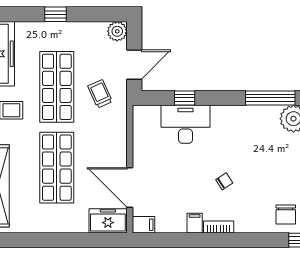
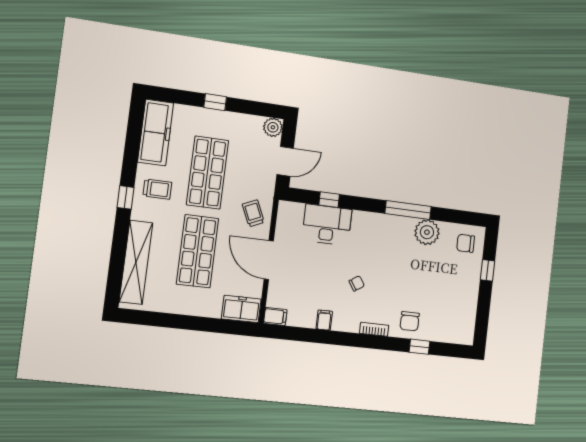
trolley: (100, 94) -> (253, 213), moved
door: (130, 187) -> (269, 260), moved
bookcase: (219, 227) -> (374, 329), moved

